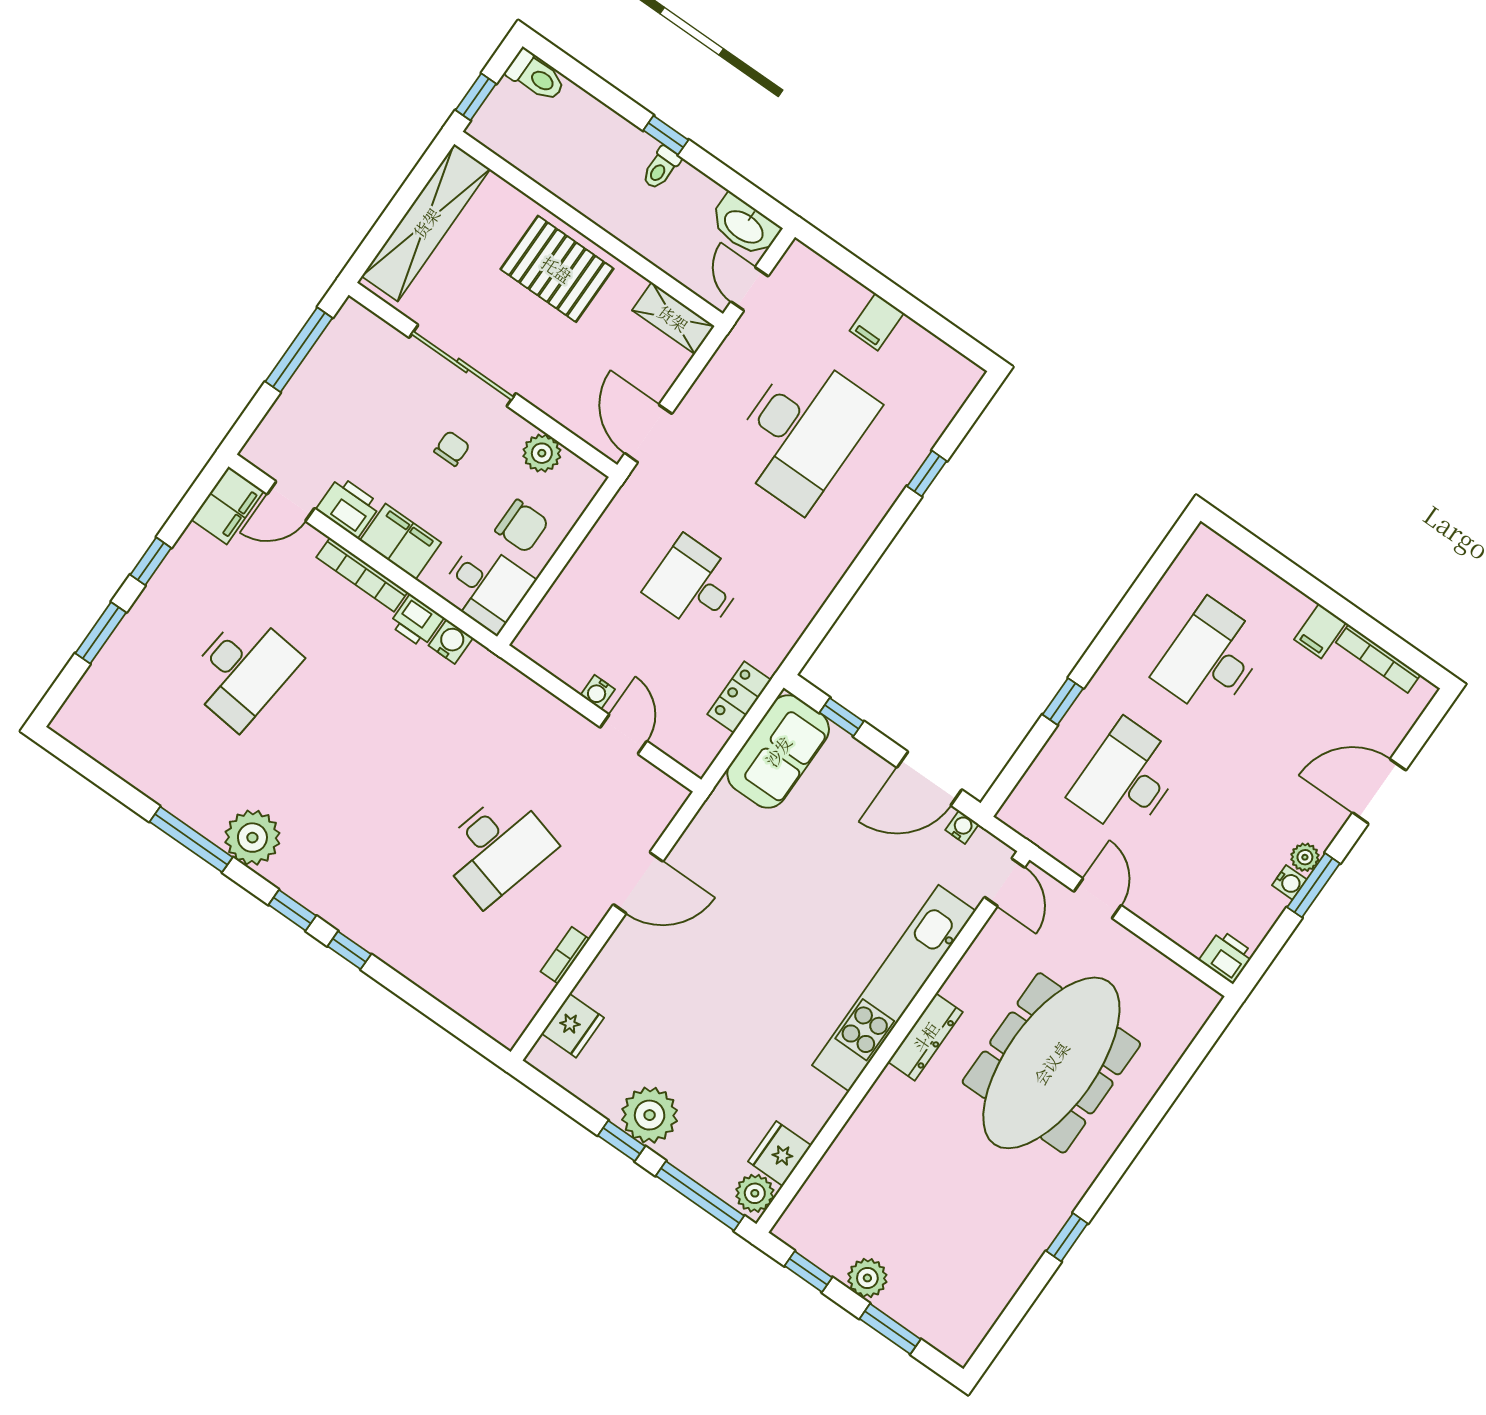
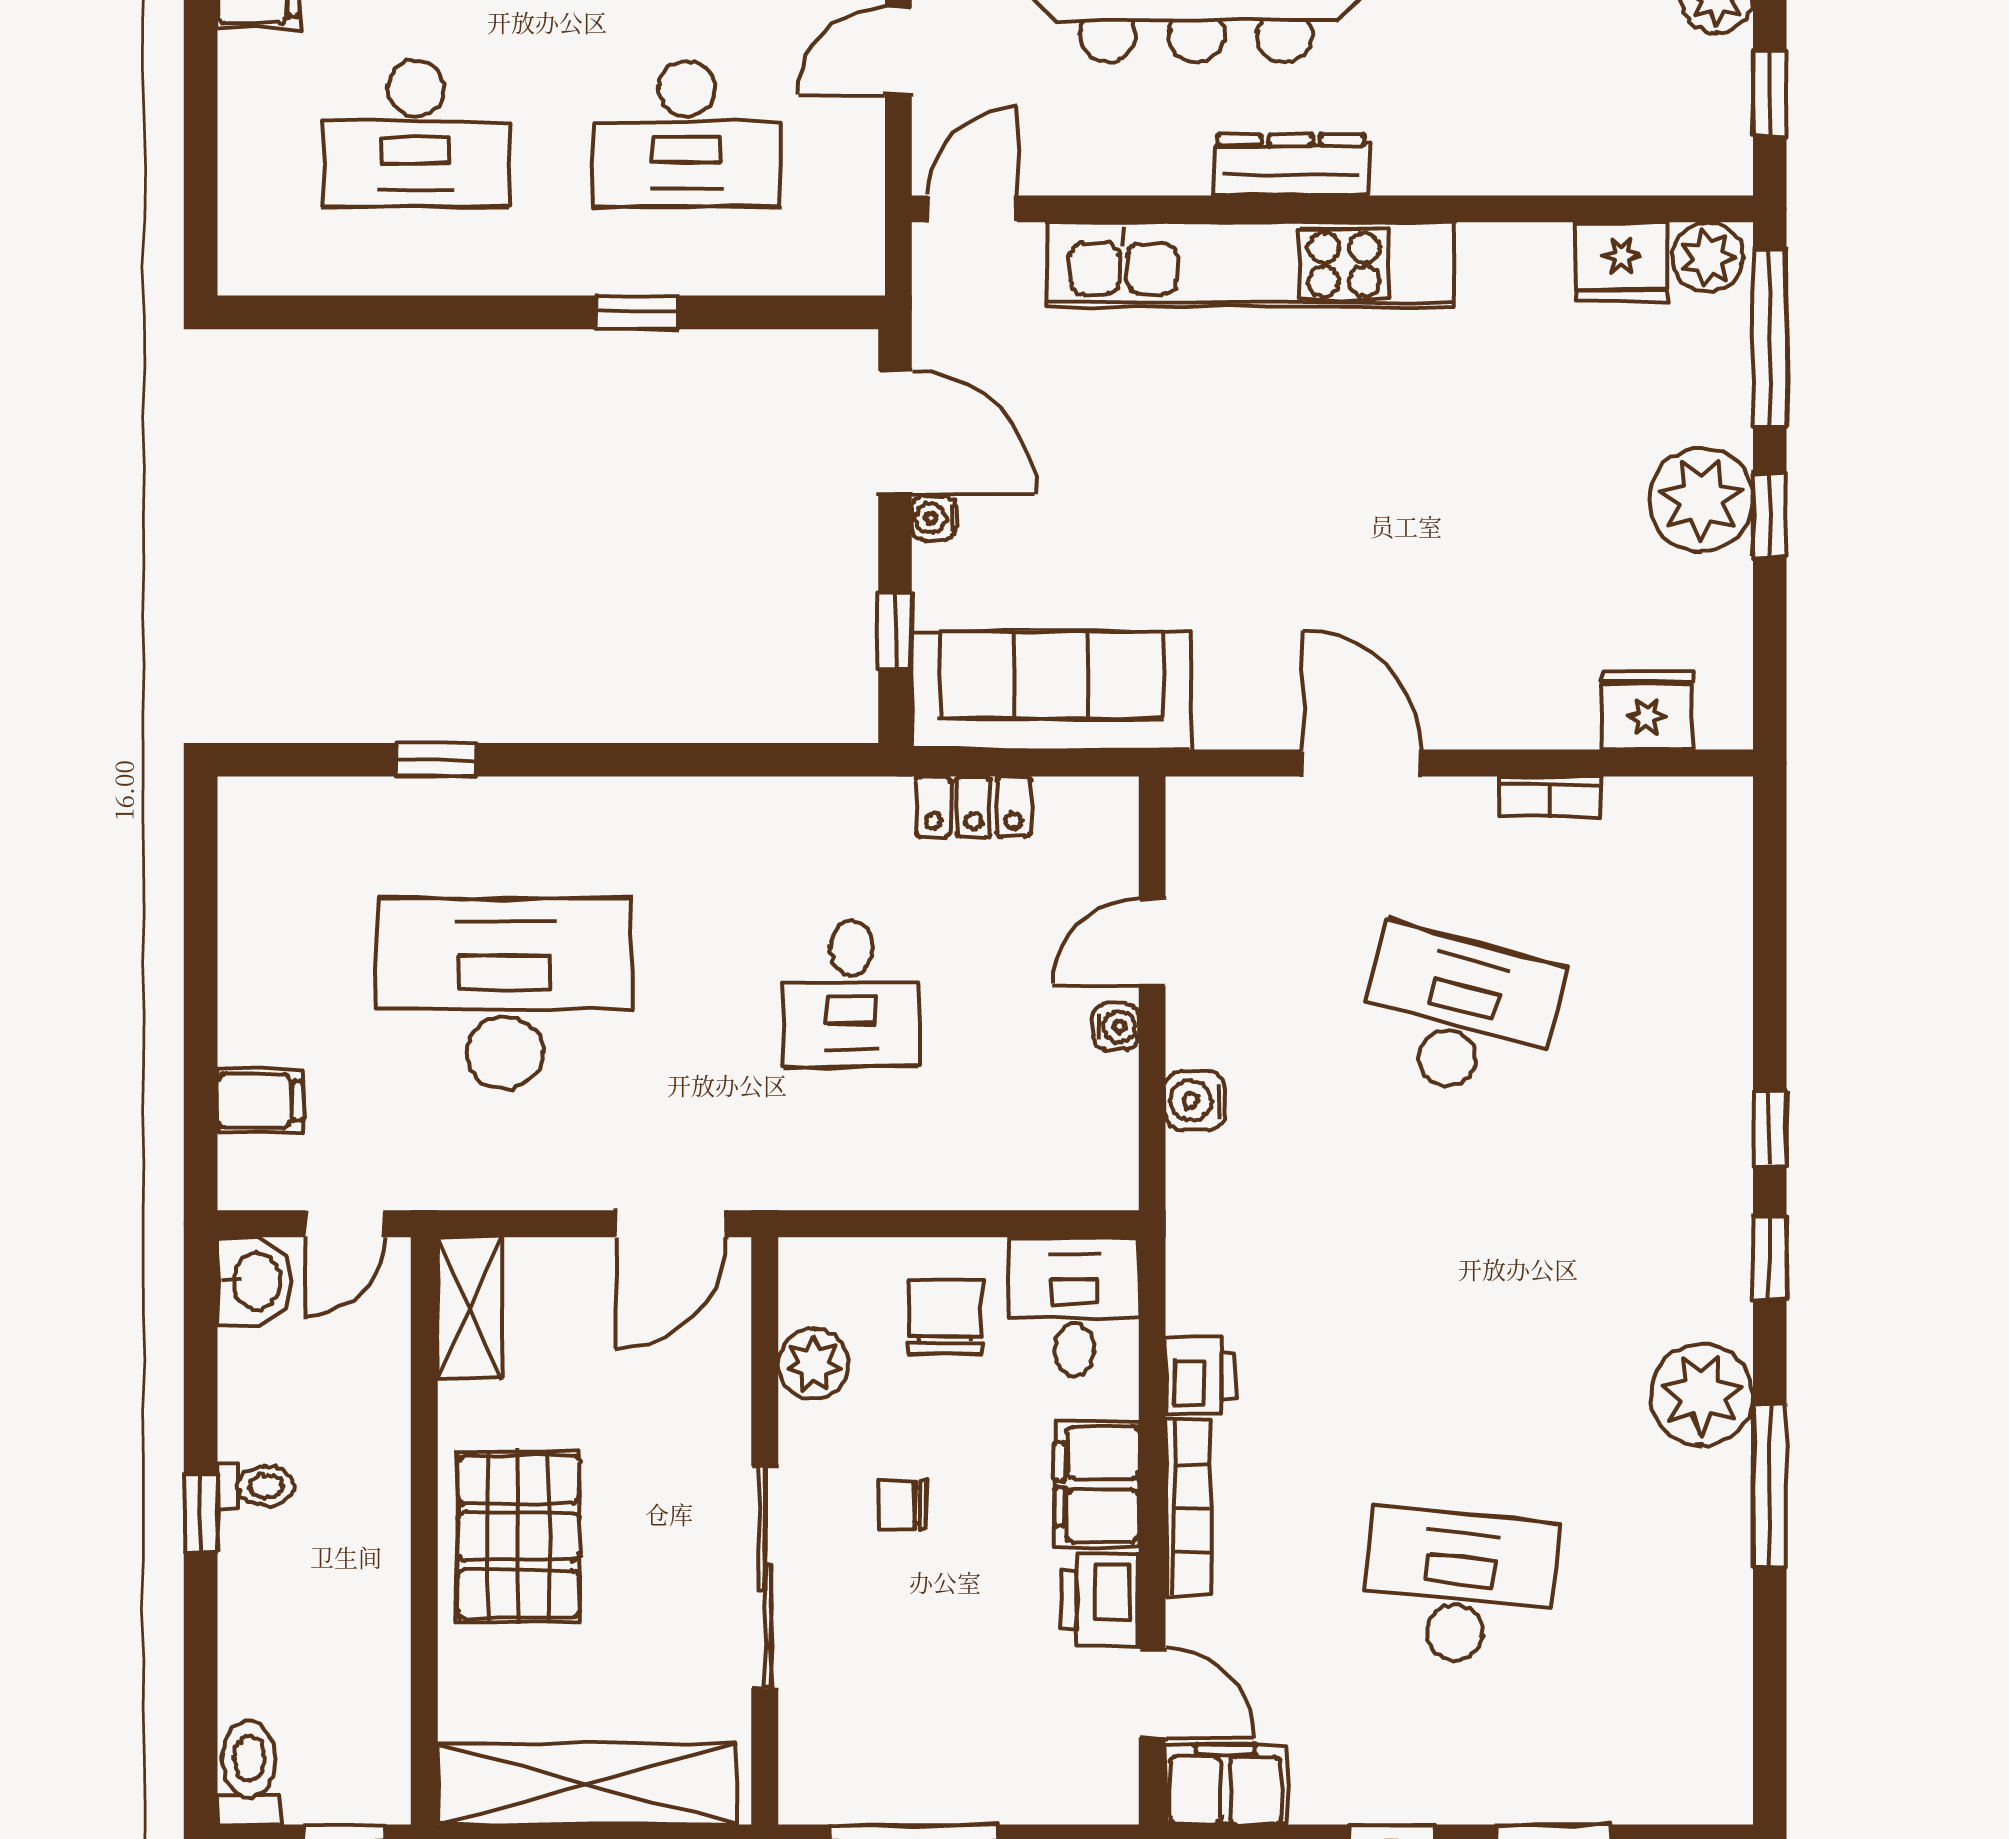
washbasin: (744, 226) -> (255, 1281), width x0.72
filing cabinet: (877, 322) -> (260, 1101), moved
water cooler: (451, 642) -> (1195, 1101), moved
sofa: (778, 751) -> (1052, 690), width x1.36
water cooler: (962, 827) -> (934, 518), moved

